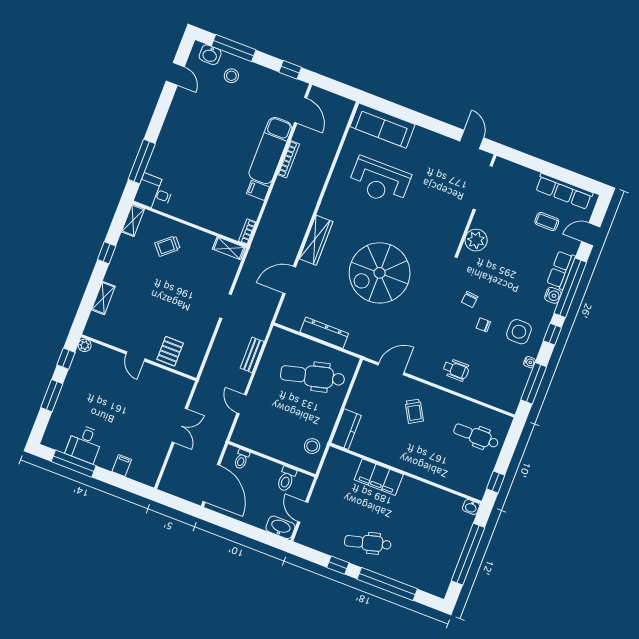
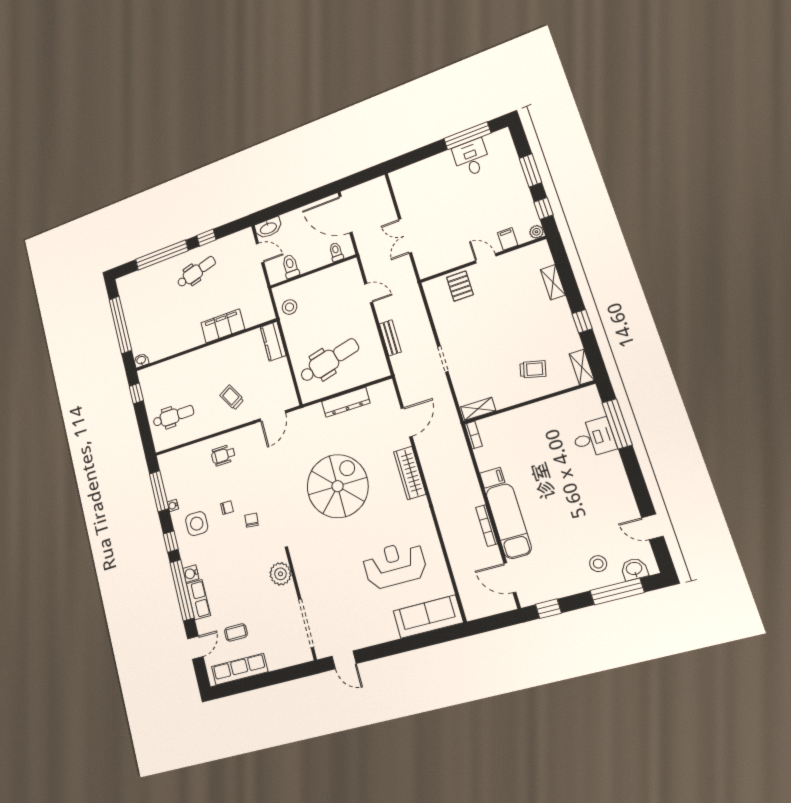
desk: (154, 193) -> (594, 438), moved
trolley: (168, 246) -> (533, 369), turned 55
filing cabinet: (122, 465) -> (508, 239), moved, turned 180

